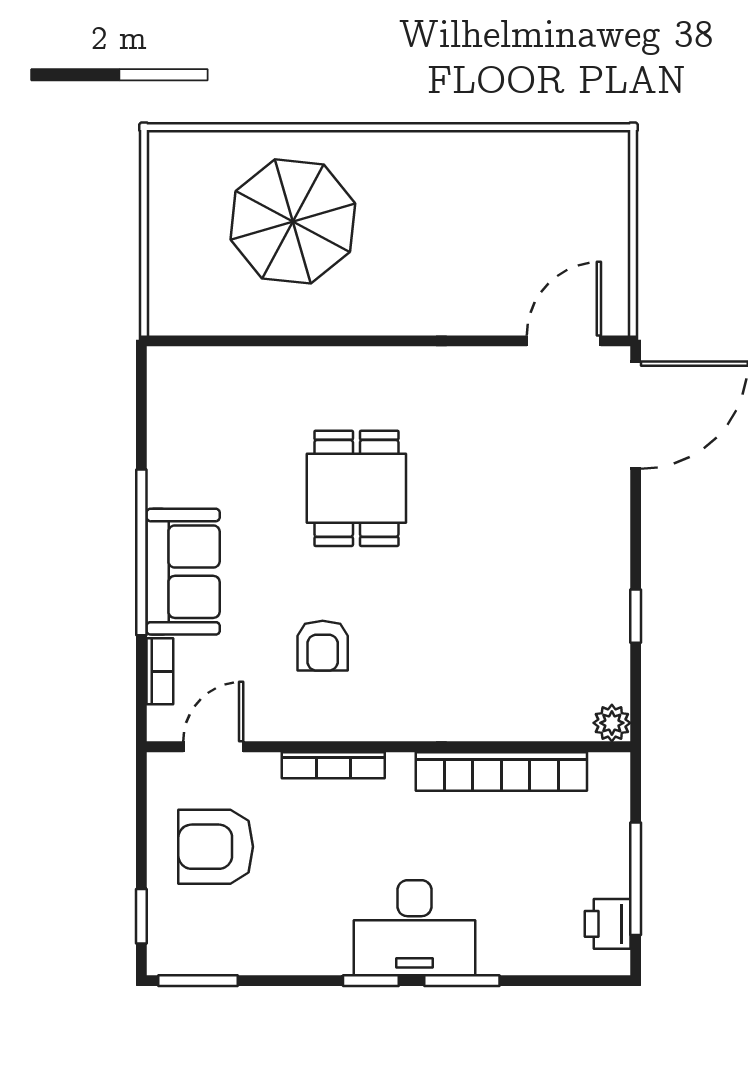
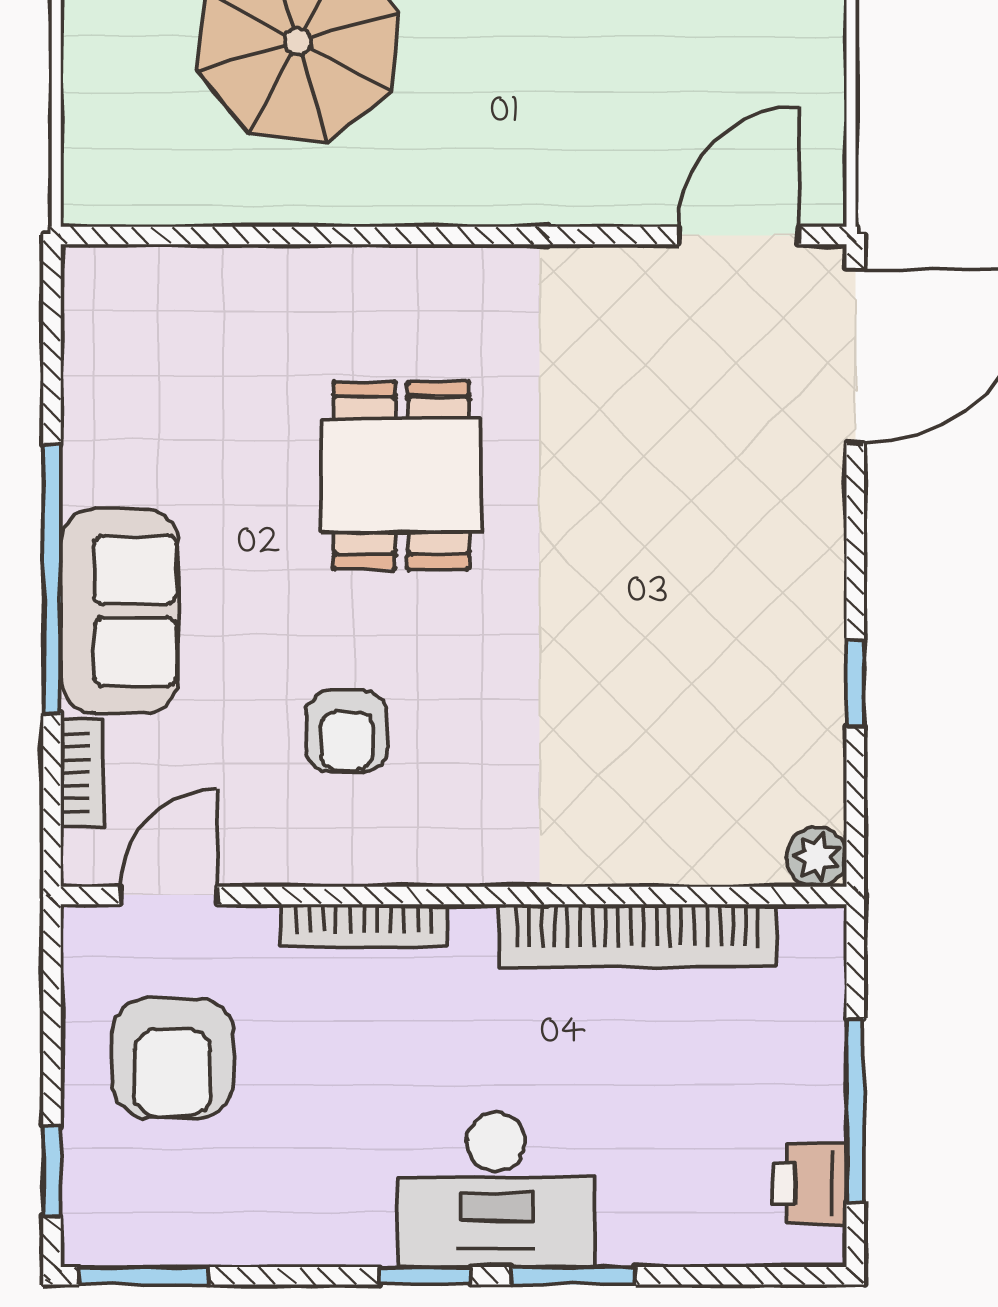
armchair: (216, 847) -> (173, 1058), turned -90

